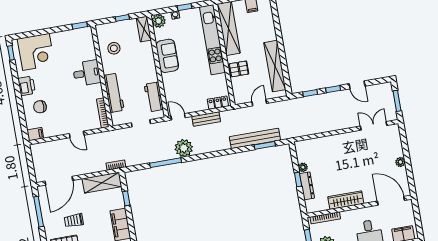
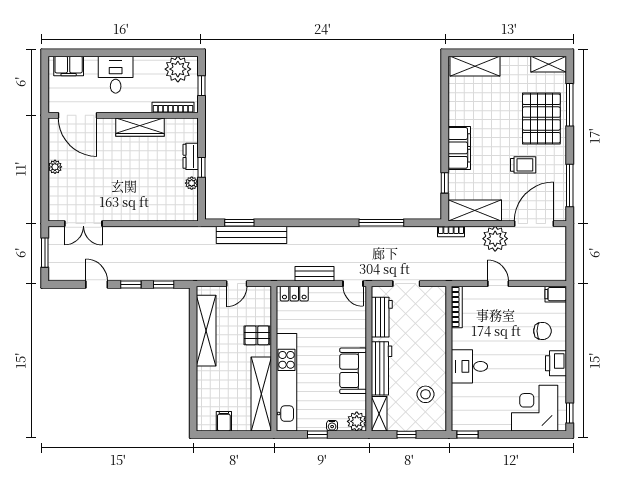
workbench: (114, 93) -> (381, 368), moved, turned 180
plant: (184, 148) -> (495, 239), moved
dresser: (307, 186) -> (191, 156), width x0.70

